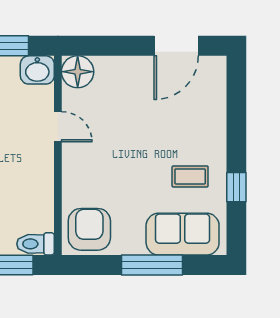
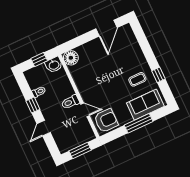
door: (58, 127) -> (85, 110), moved
armchair: (89, 229) -> (106, 121), turned 90
toilet: (36, 244) -> (70, 102), moved

